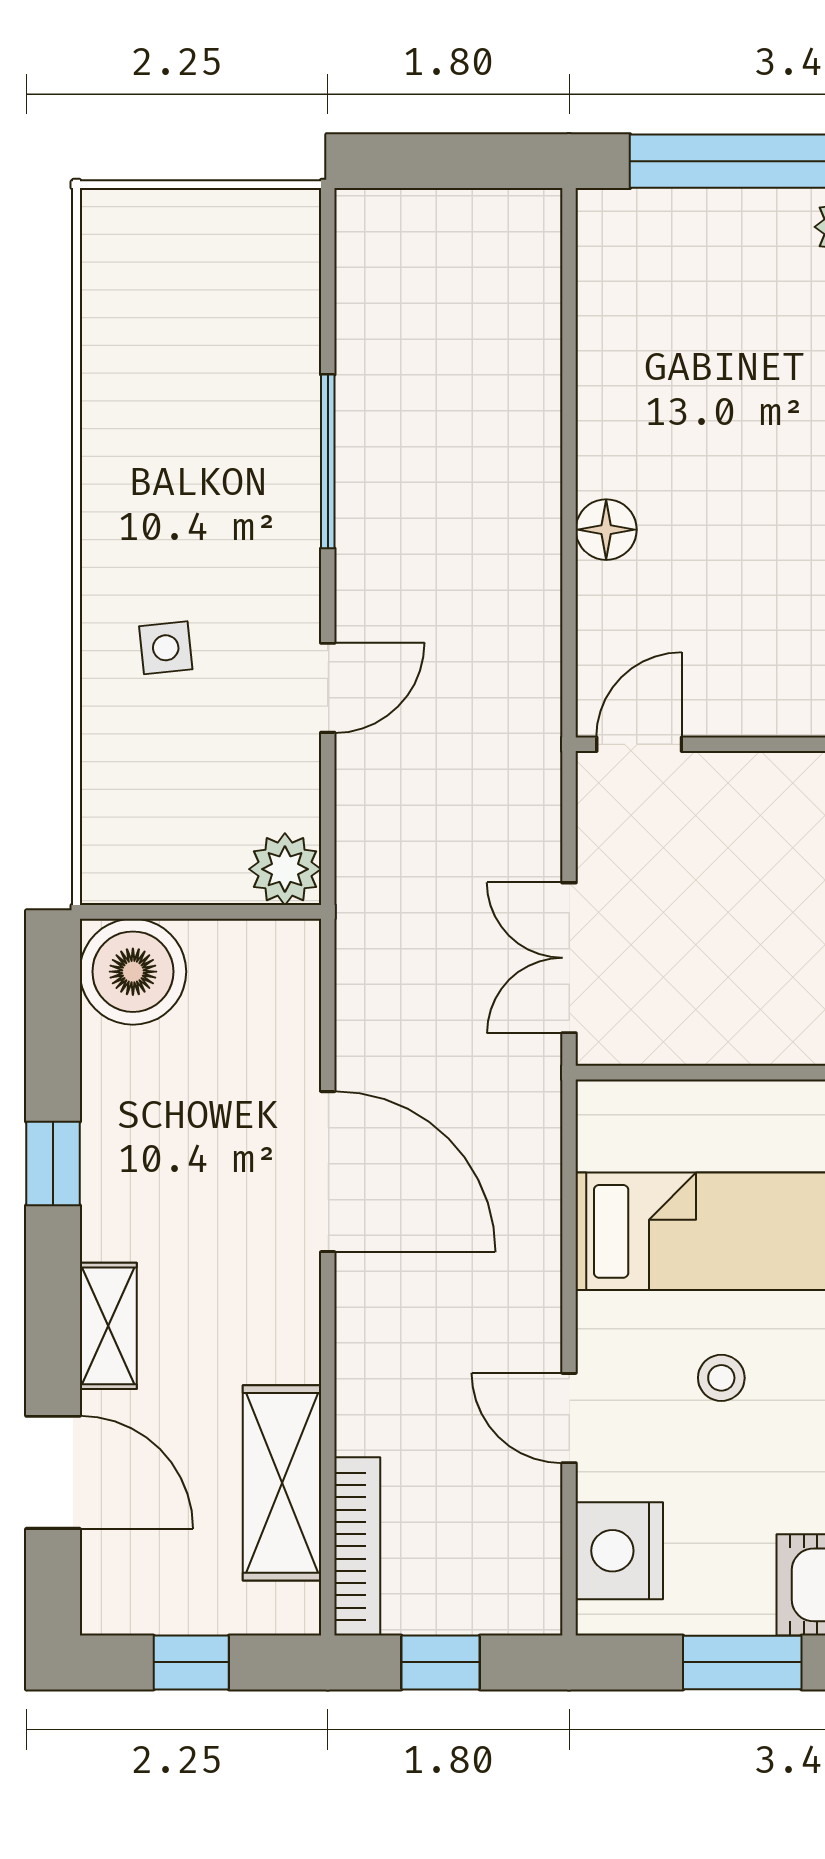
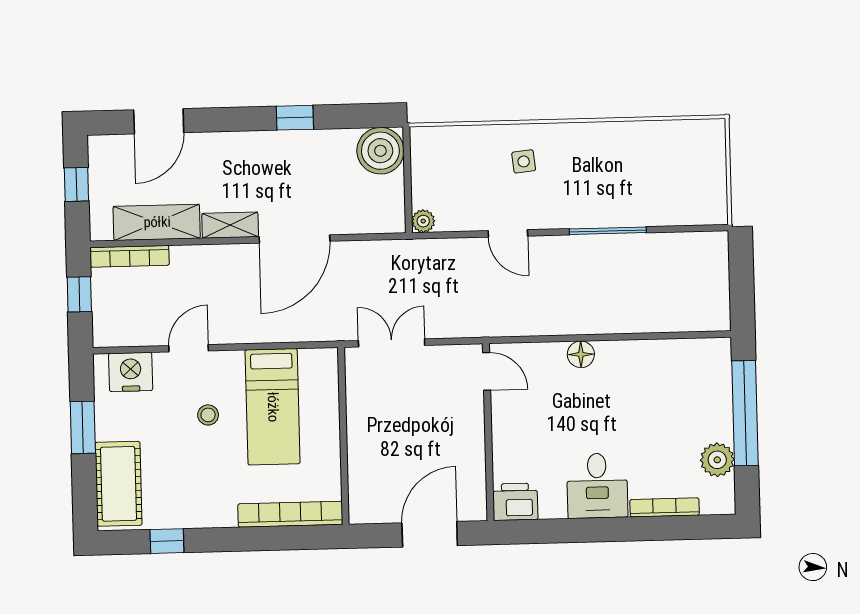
plant: (285, 869) -> (423, 221), width x0.73, depth x0.73
shelving: (108, 1326) -> (230, 225), moved

